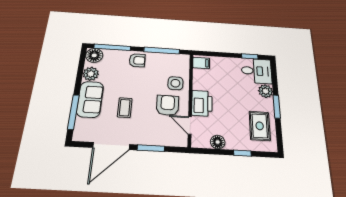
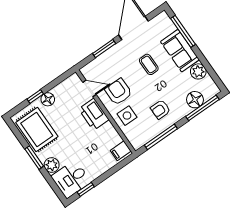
floor lamp: (94, 55) -> (195, 100), moved
armchair: (137, 60) -> (160, 110), moved
armchair: (168, 105) -> (118, 92), turned 180
rug: (260, 126) -> (37, 130), width x1.36, depth x1.43
floor lamp: (218, 142) -> (48, 99), moved

